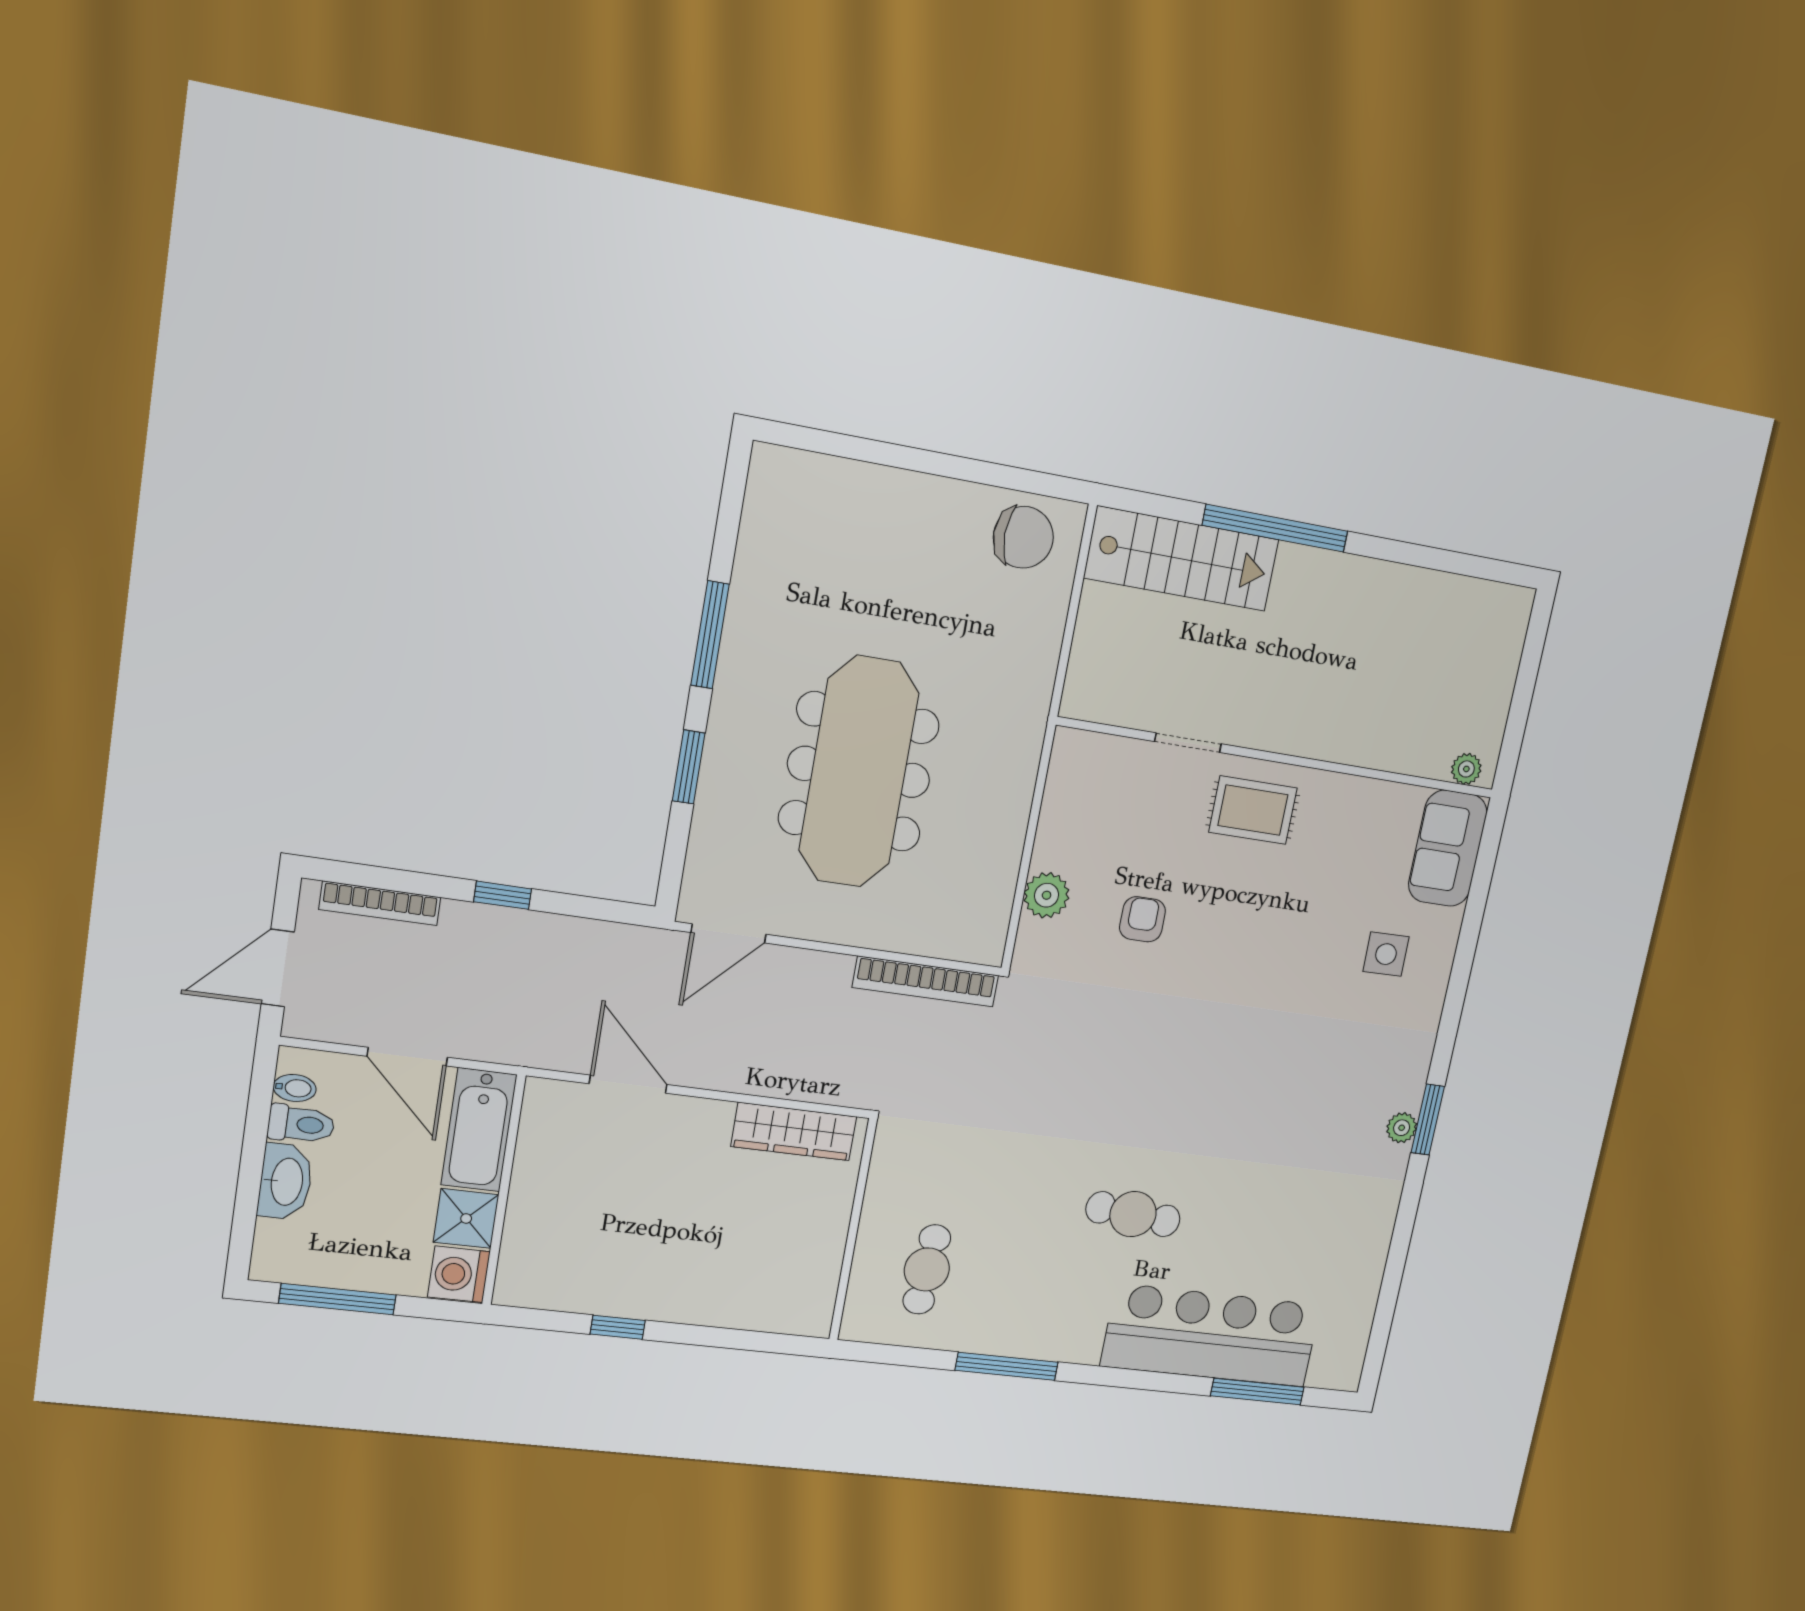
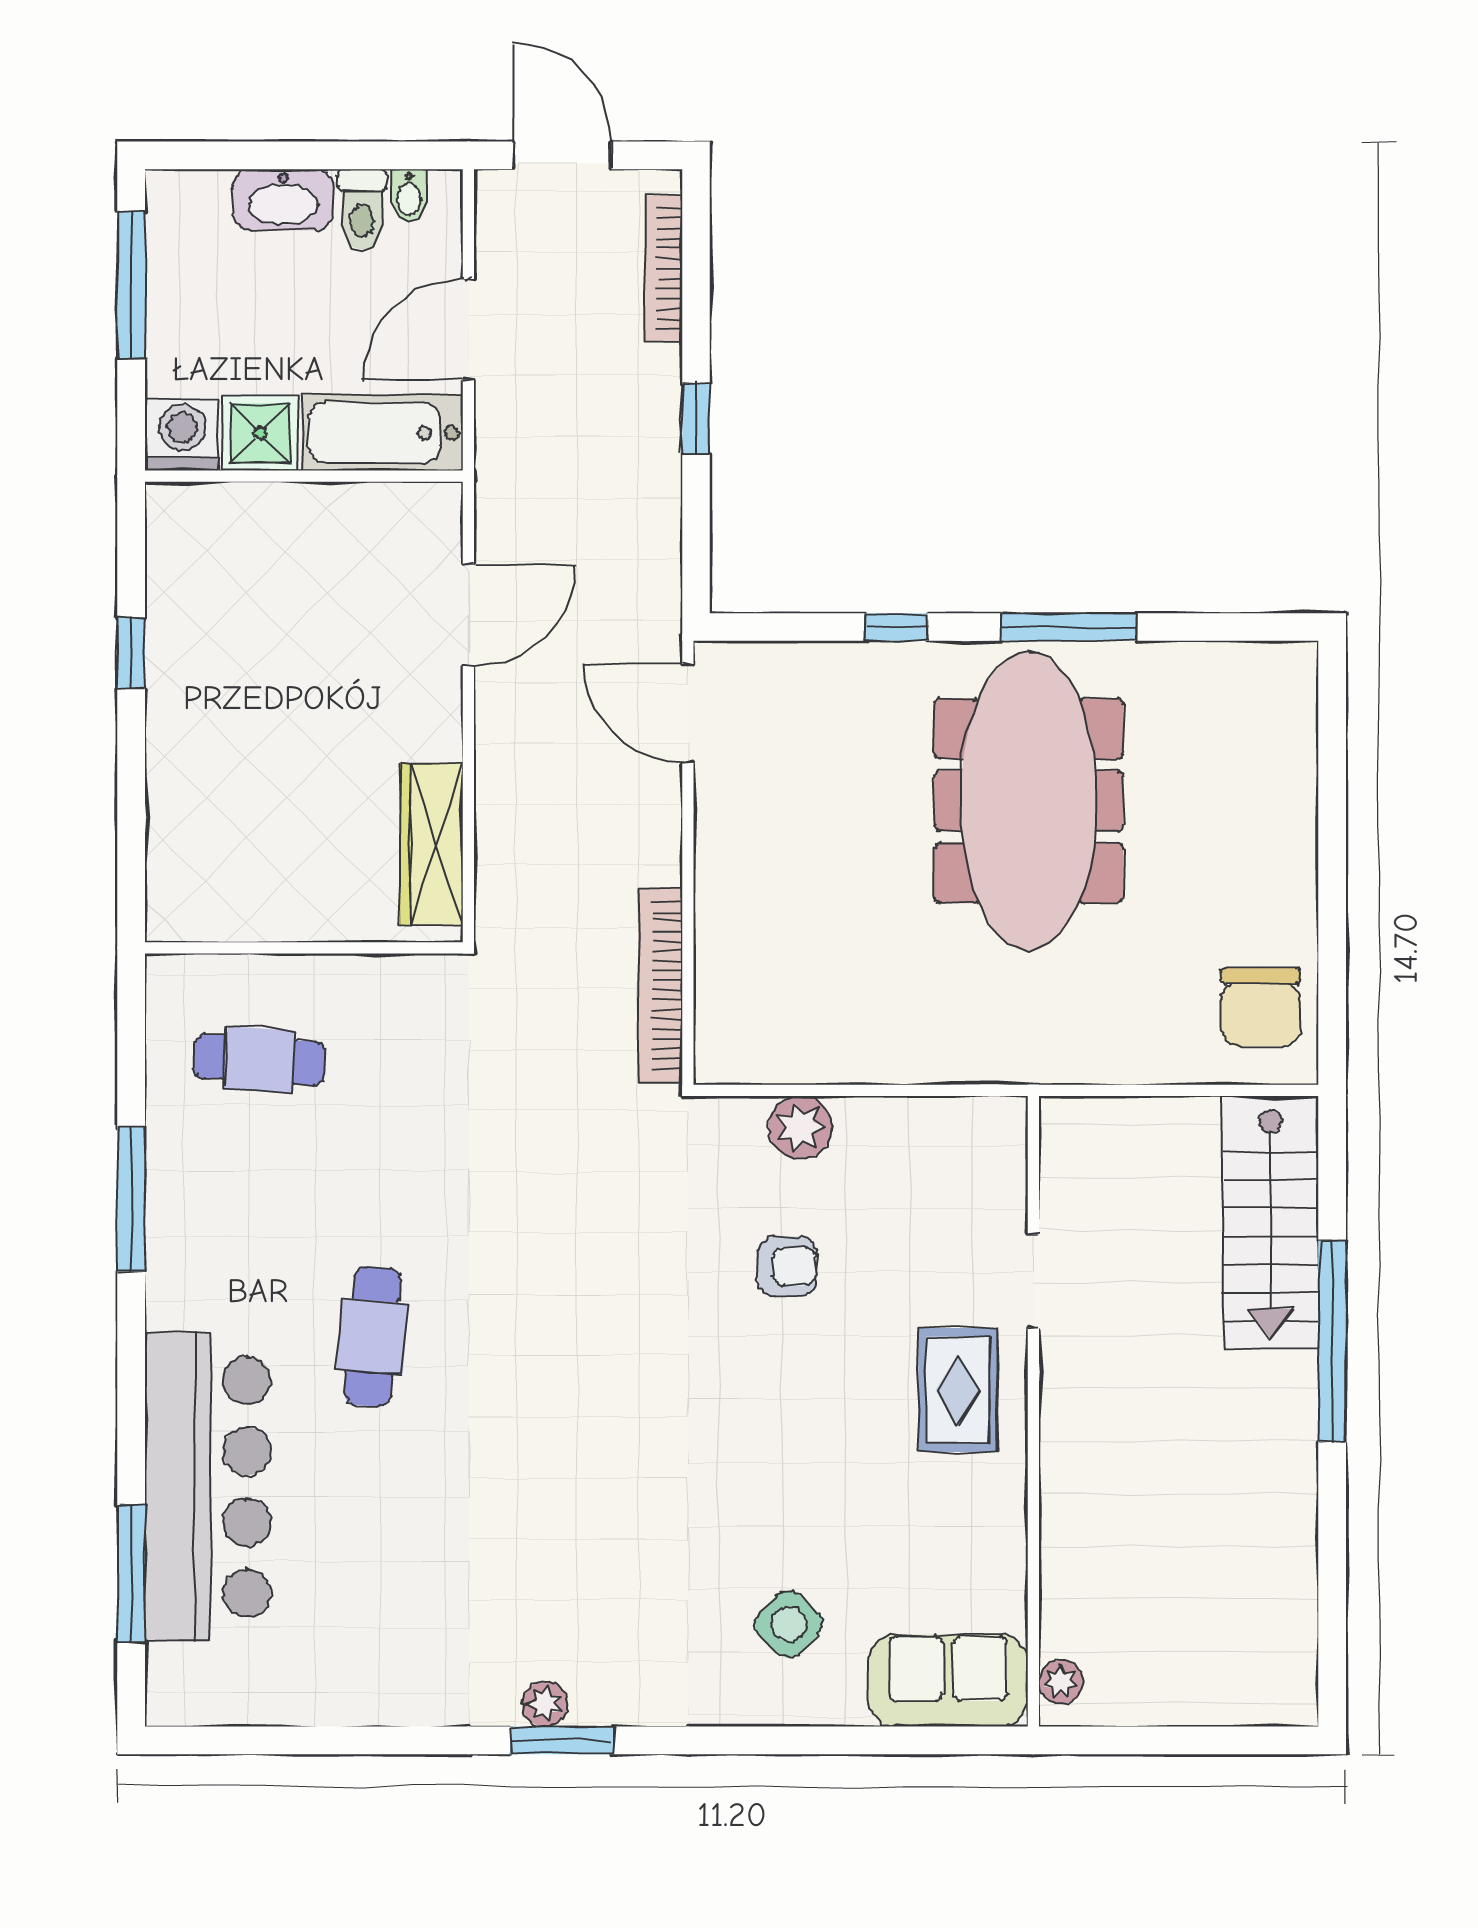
window: (689, 767) -> (897, 627), width x0.67
meeting table: (859, 772) -> (1029, 801), moved, turned 90
side table: (1386, 954) -> (789, 1624), turned 45

